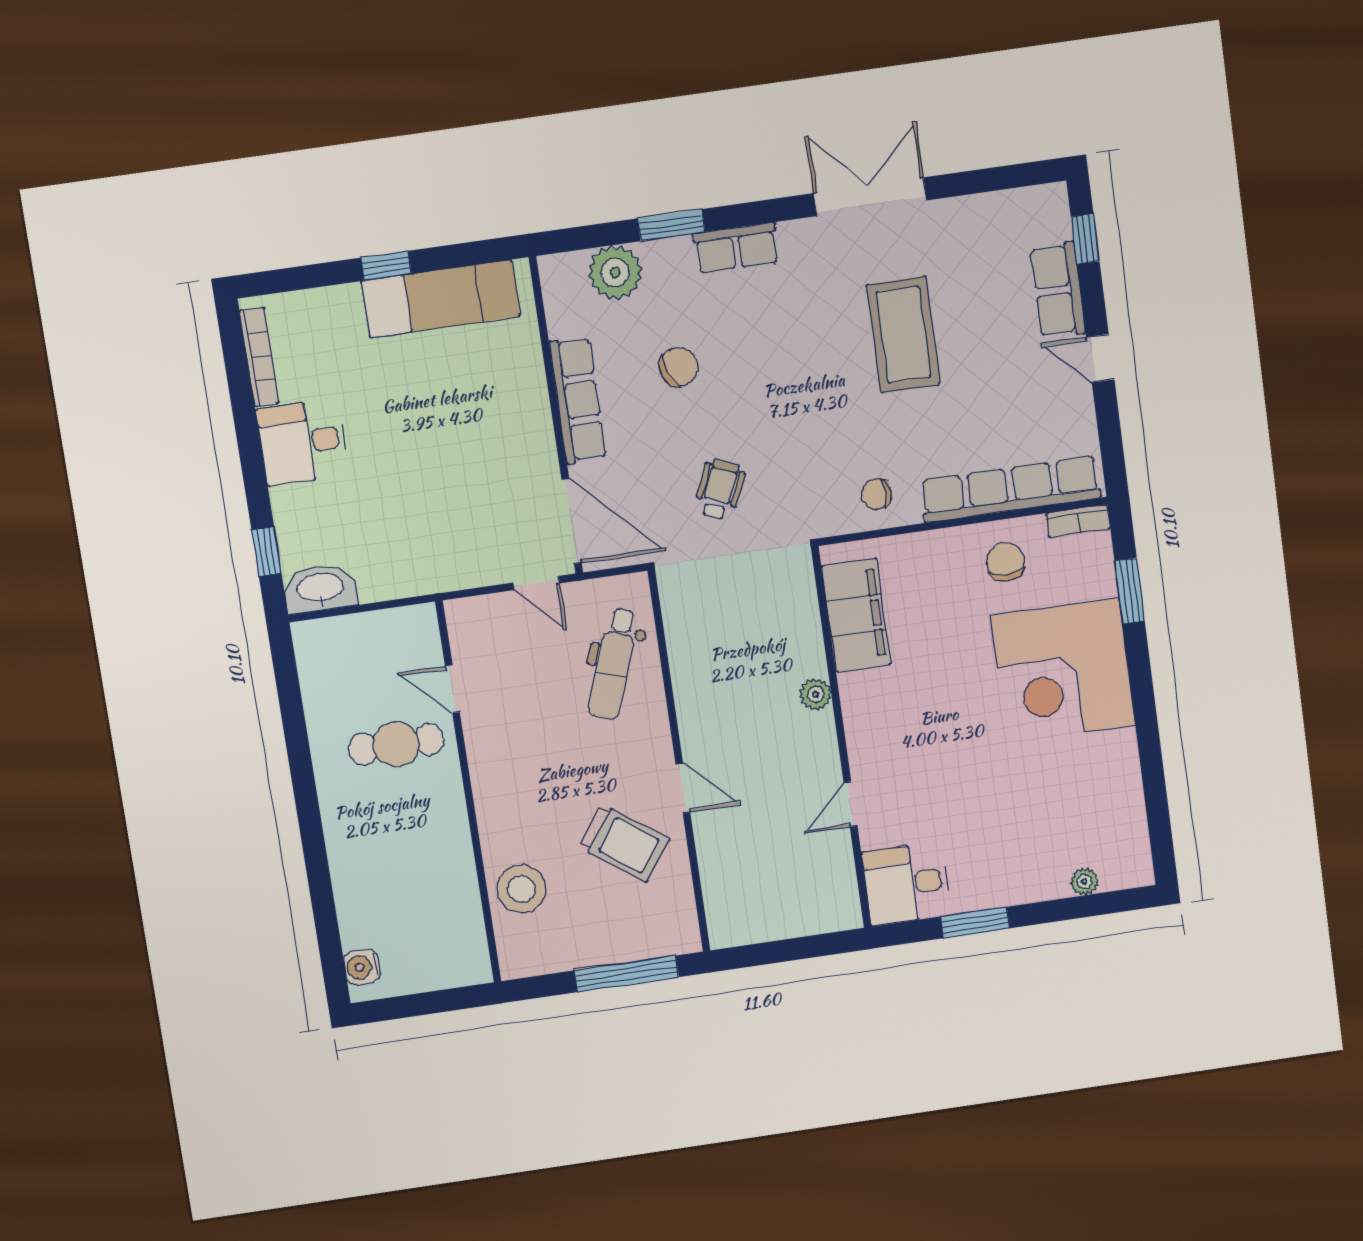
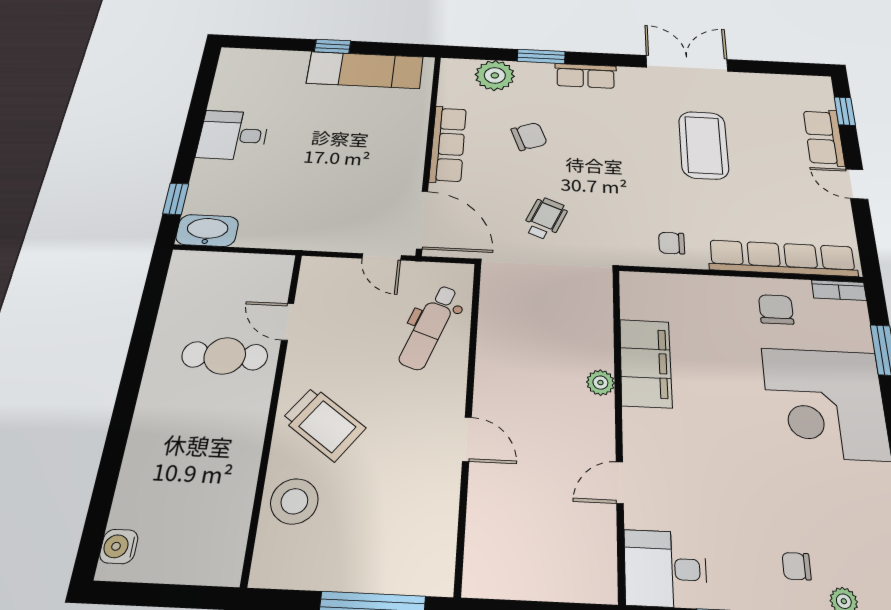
bookcase: (259, 357) -> (223, 81), removed
filing cabinet: (856, 615) -> (646, 363), moved
trolley: (624, 843) -> (324, 424), moved
chair: (1037, 856) -> (797, 566), added

